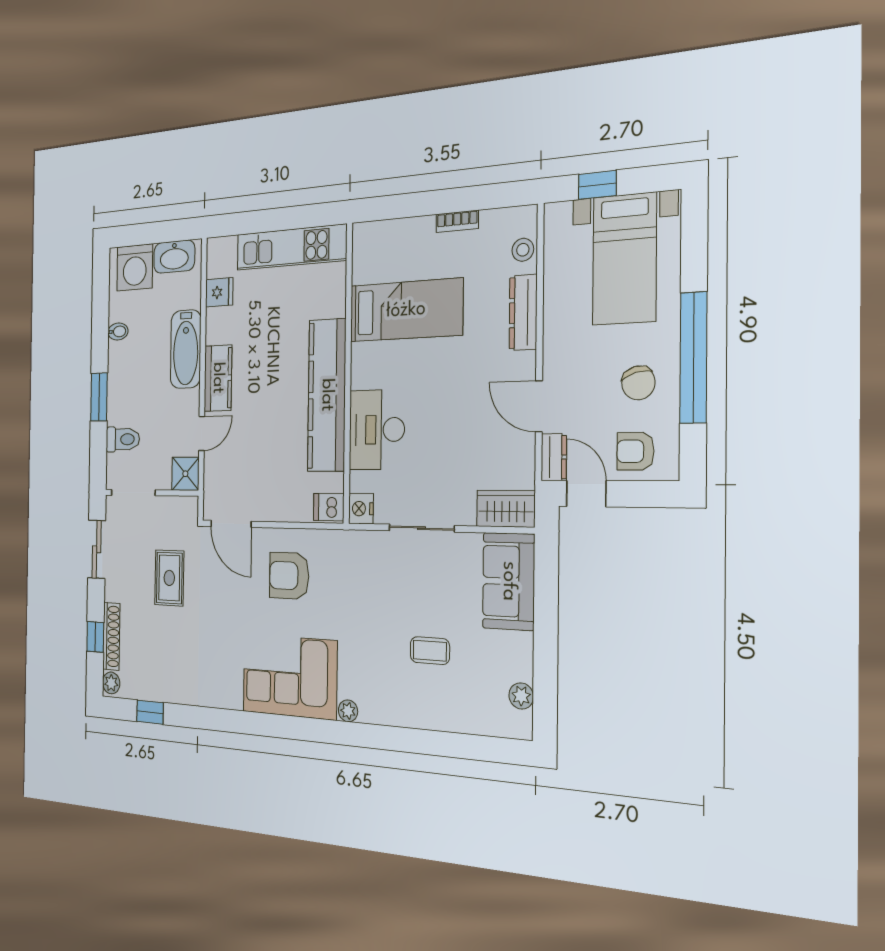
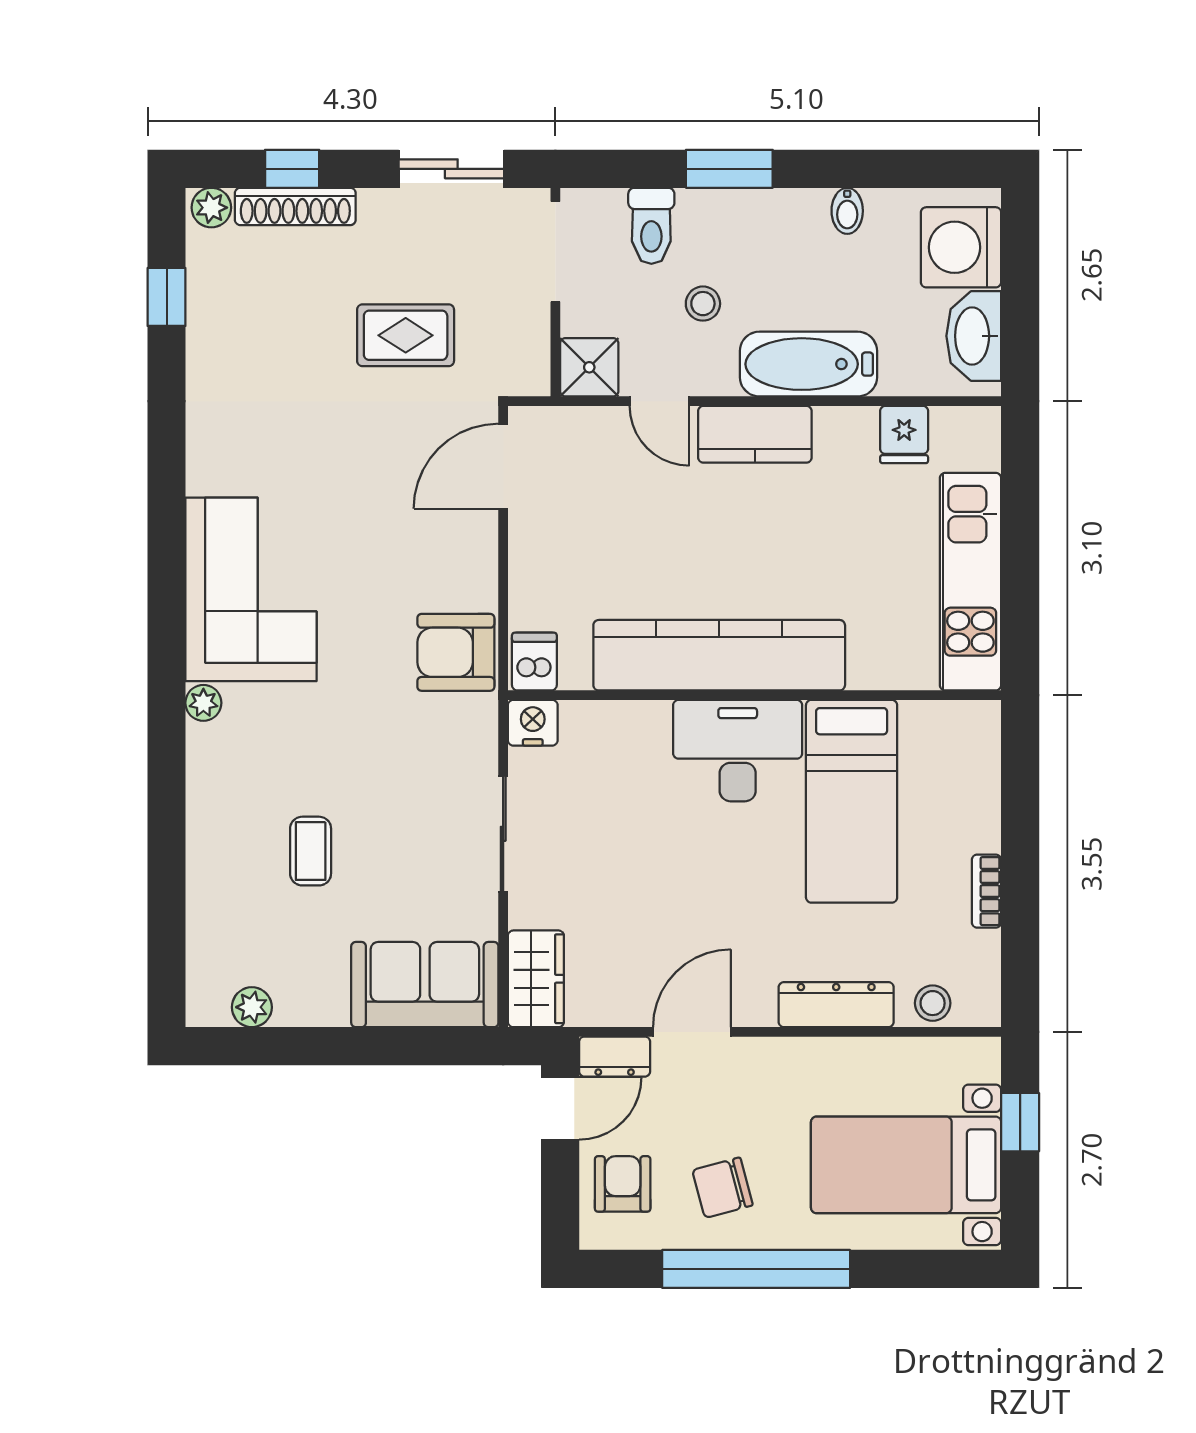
stool: (157, 410) -> (703, 304), added
desk: (377, 430) -> (738, 751), moved
armchair: (289, 576) -> (456, 652), moved, turned -90

